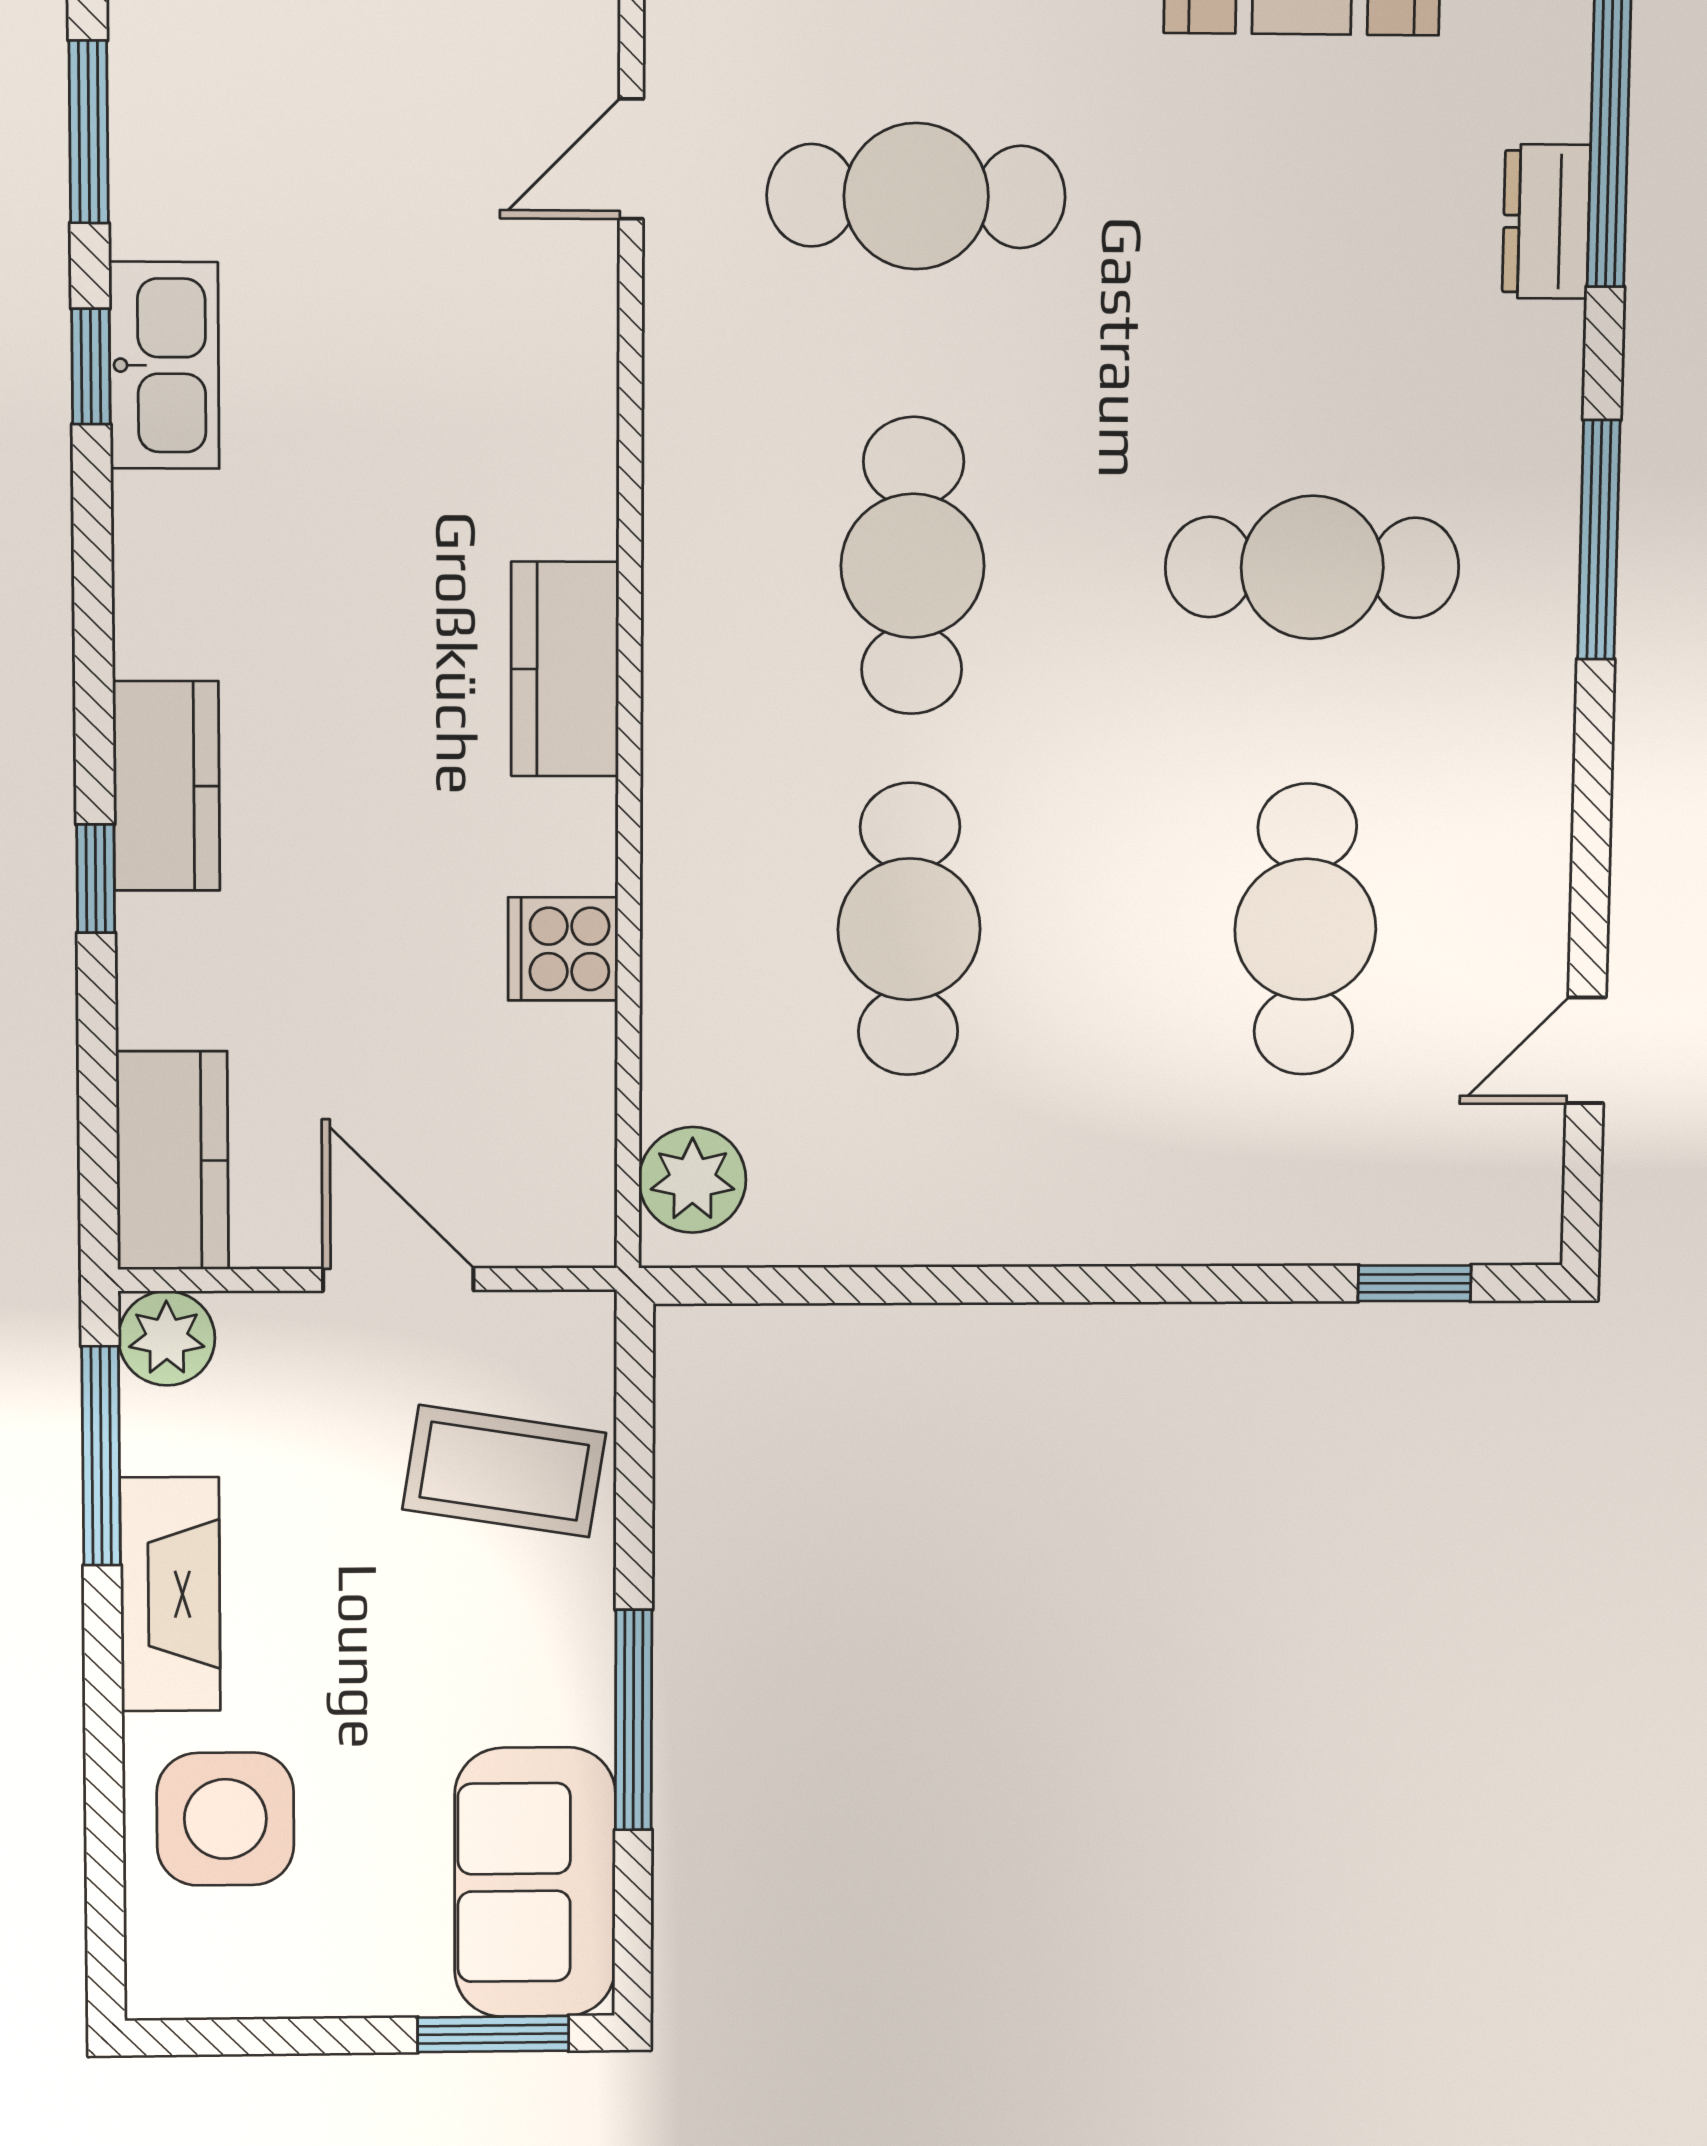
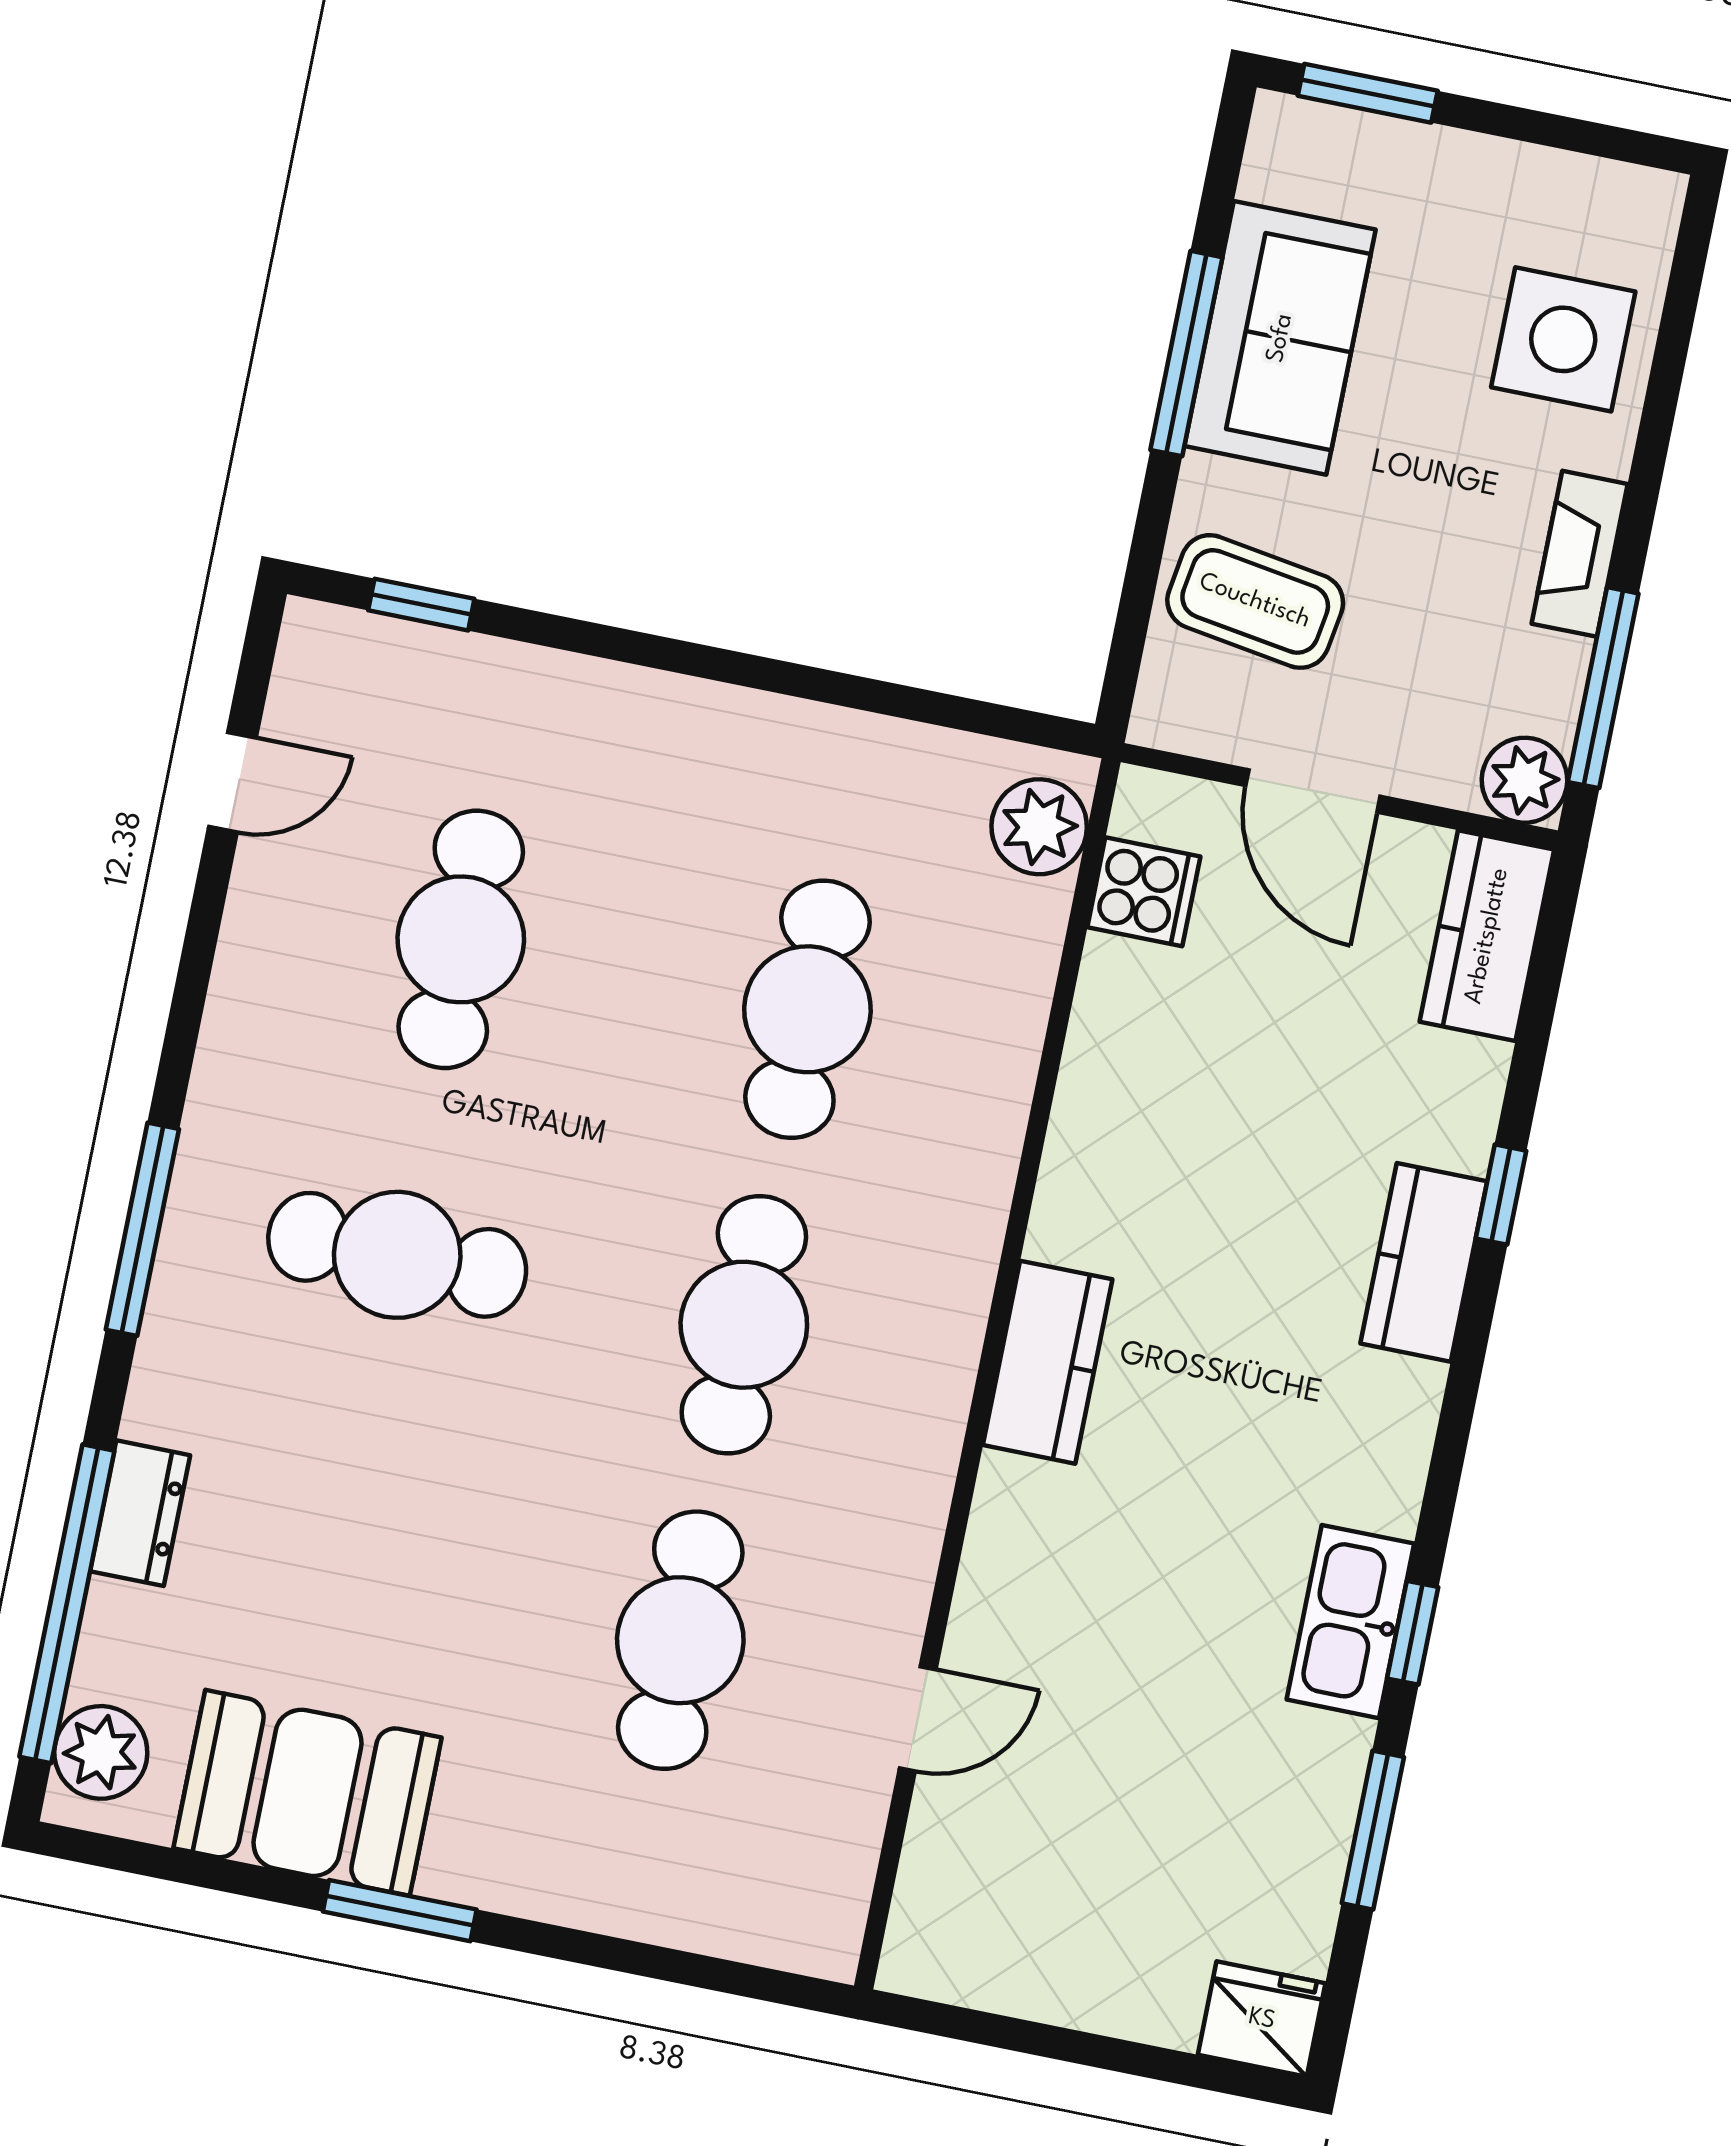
cafe table: (916, 196) -> (680, 1640), turned 90
kitchen counter: (565, 669) -> (1048, 1362), moved
cooker: (563, 949) -> (1144, 892), moved
fireplace: (170, 1594) -> (1580, 554), width x0.73, depth x0.76
sofa: (535, 1882) -> (1280, 338), moved

